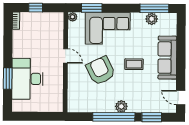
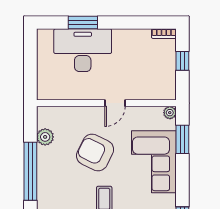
armchair: (101, 71) -> (95, 152), turned -128
plant: (121, 106) -> (45, 137), moved

